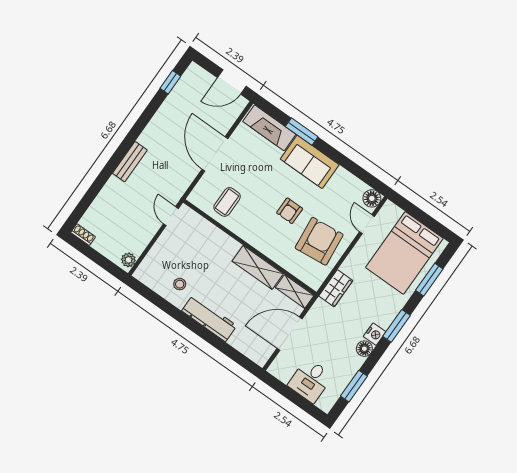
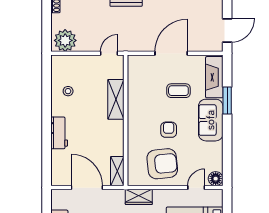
door: (232, 82) -> (227, 31), swing flipped
coffee table: (227, 202) -> (178, 91), moved
armchair: (290, 211) -> (169, 130), turned 90
plant: (128, 260) -> (65, 40), width x1.88, depth x1.88
shelving: (258, 267) -> (116, 99), moved
workbench: (209, 318) -> (59, 133), width x0.73

